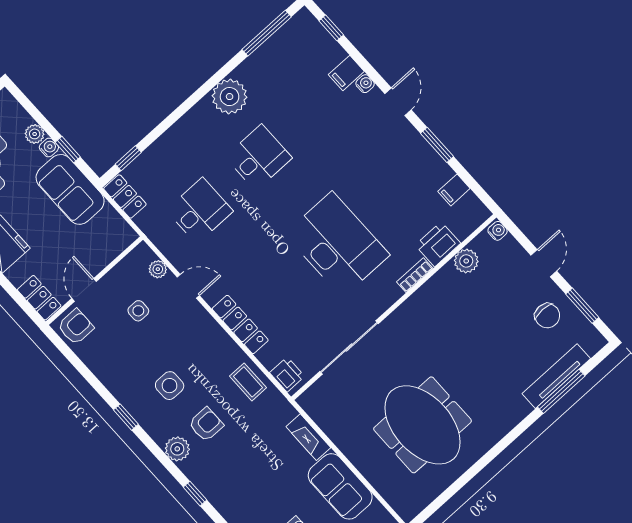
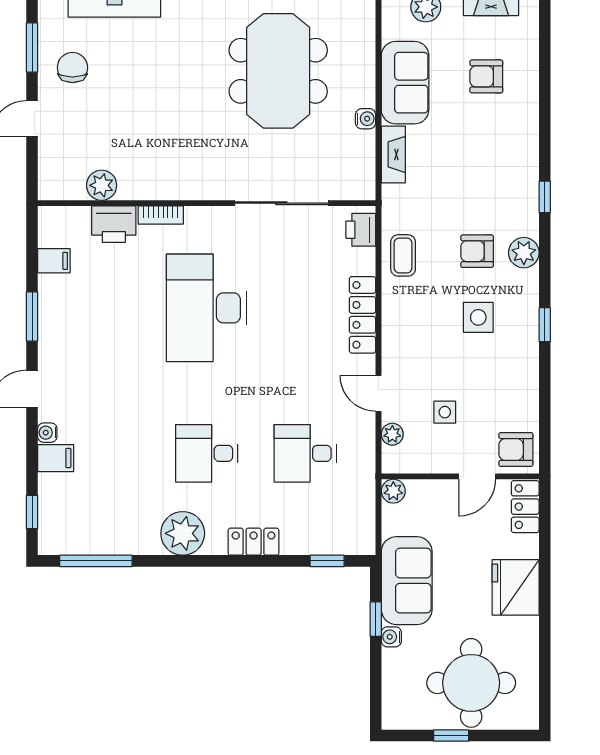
plant: (35, 134) -> (393, 491), moved
locker: (125, 196) -> (254, 542), moved, turned 90
water cooler: (498, 231) -> (366, 119), moved, turned 180

